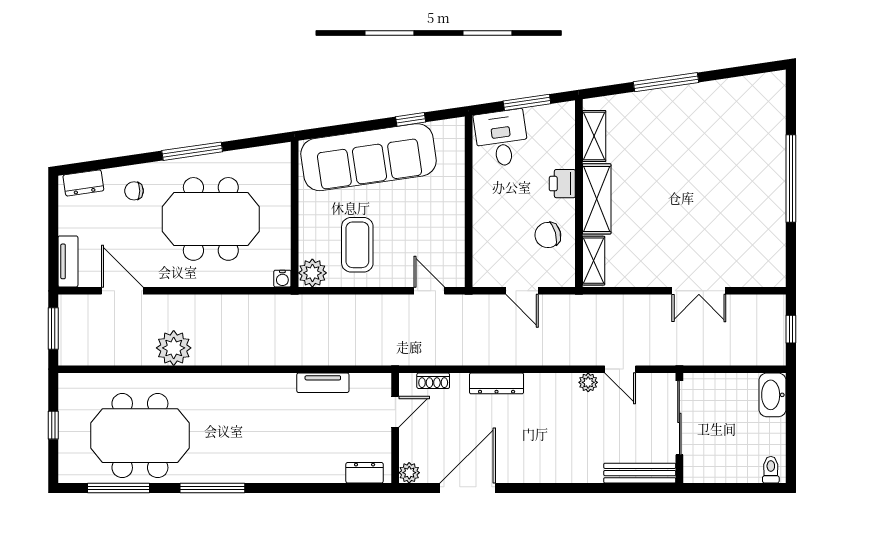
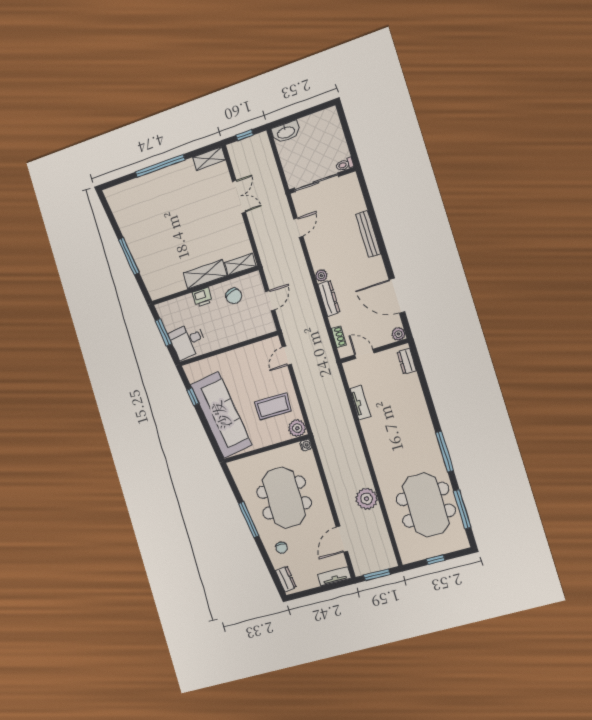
shelving: (594, 136) -> (209, 159), moved
plant: (588, 382) -> (321, 276), moved
toilet: (771, 470) -> (345, 165), moved
bench: (640, 473) -> (368, 234), moved

